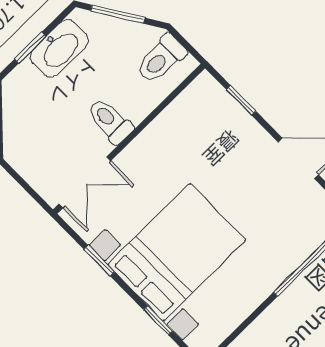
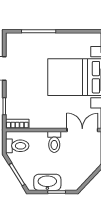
bookcase: (194, 93) -> (17, 124), added

